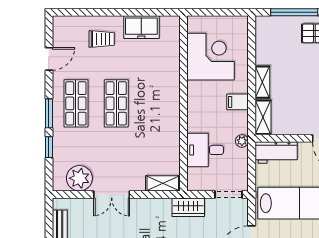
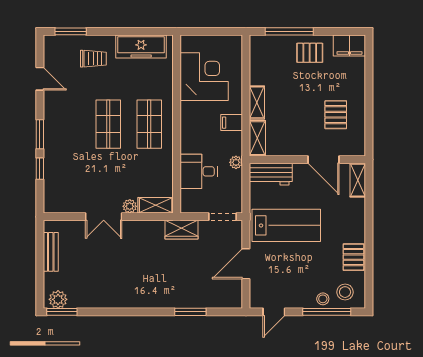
window: (79, 12) -> (71, 31), added
freezer: (141, 27) -> (141, 46), width x1.40
door: (49, 59) -> (40, 79), hinge flipped
shop shelf: (76, 103) -> (149, 124), moved
plant: (79, 178) -> (130, 206), moved, width x0.53, depth x0.53

